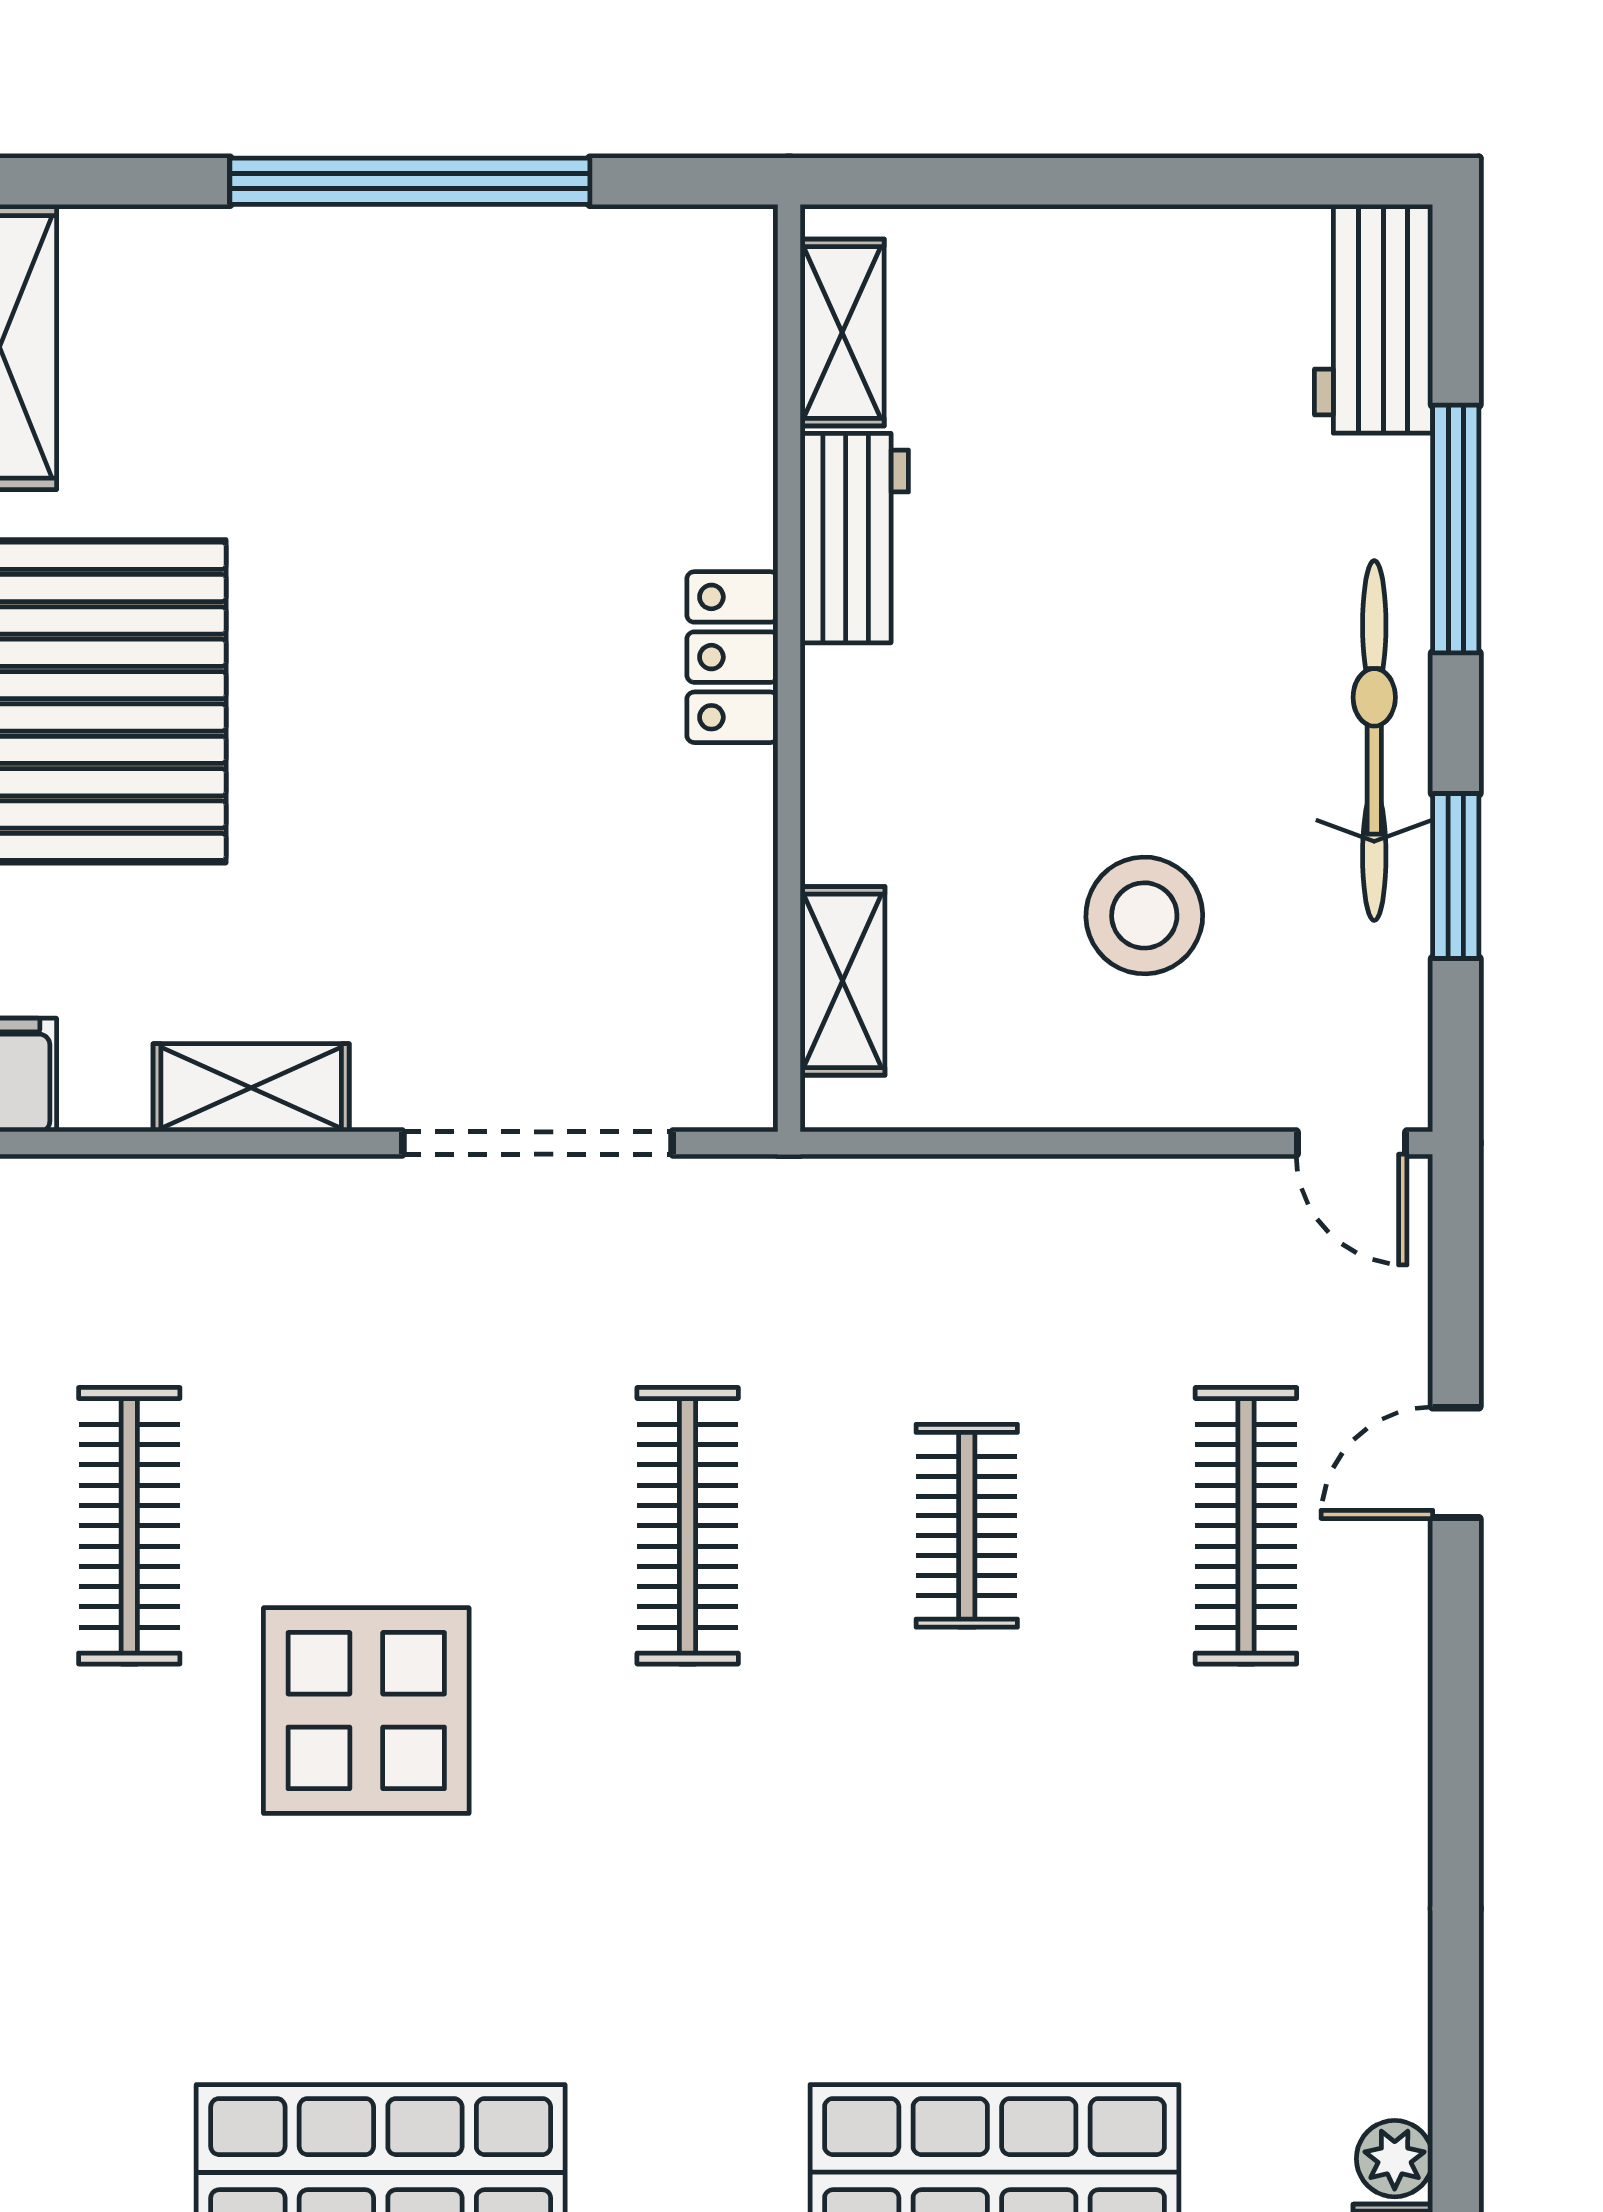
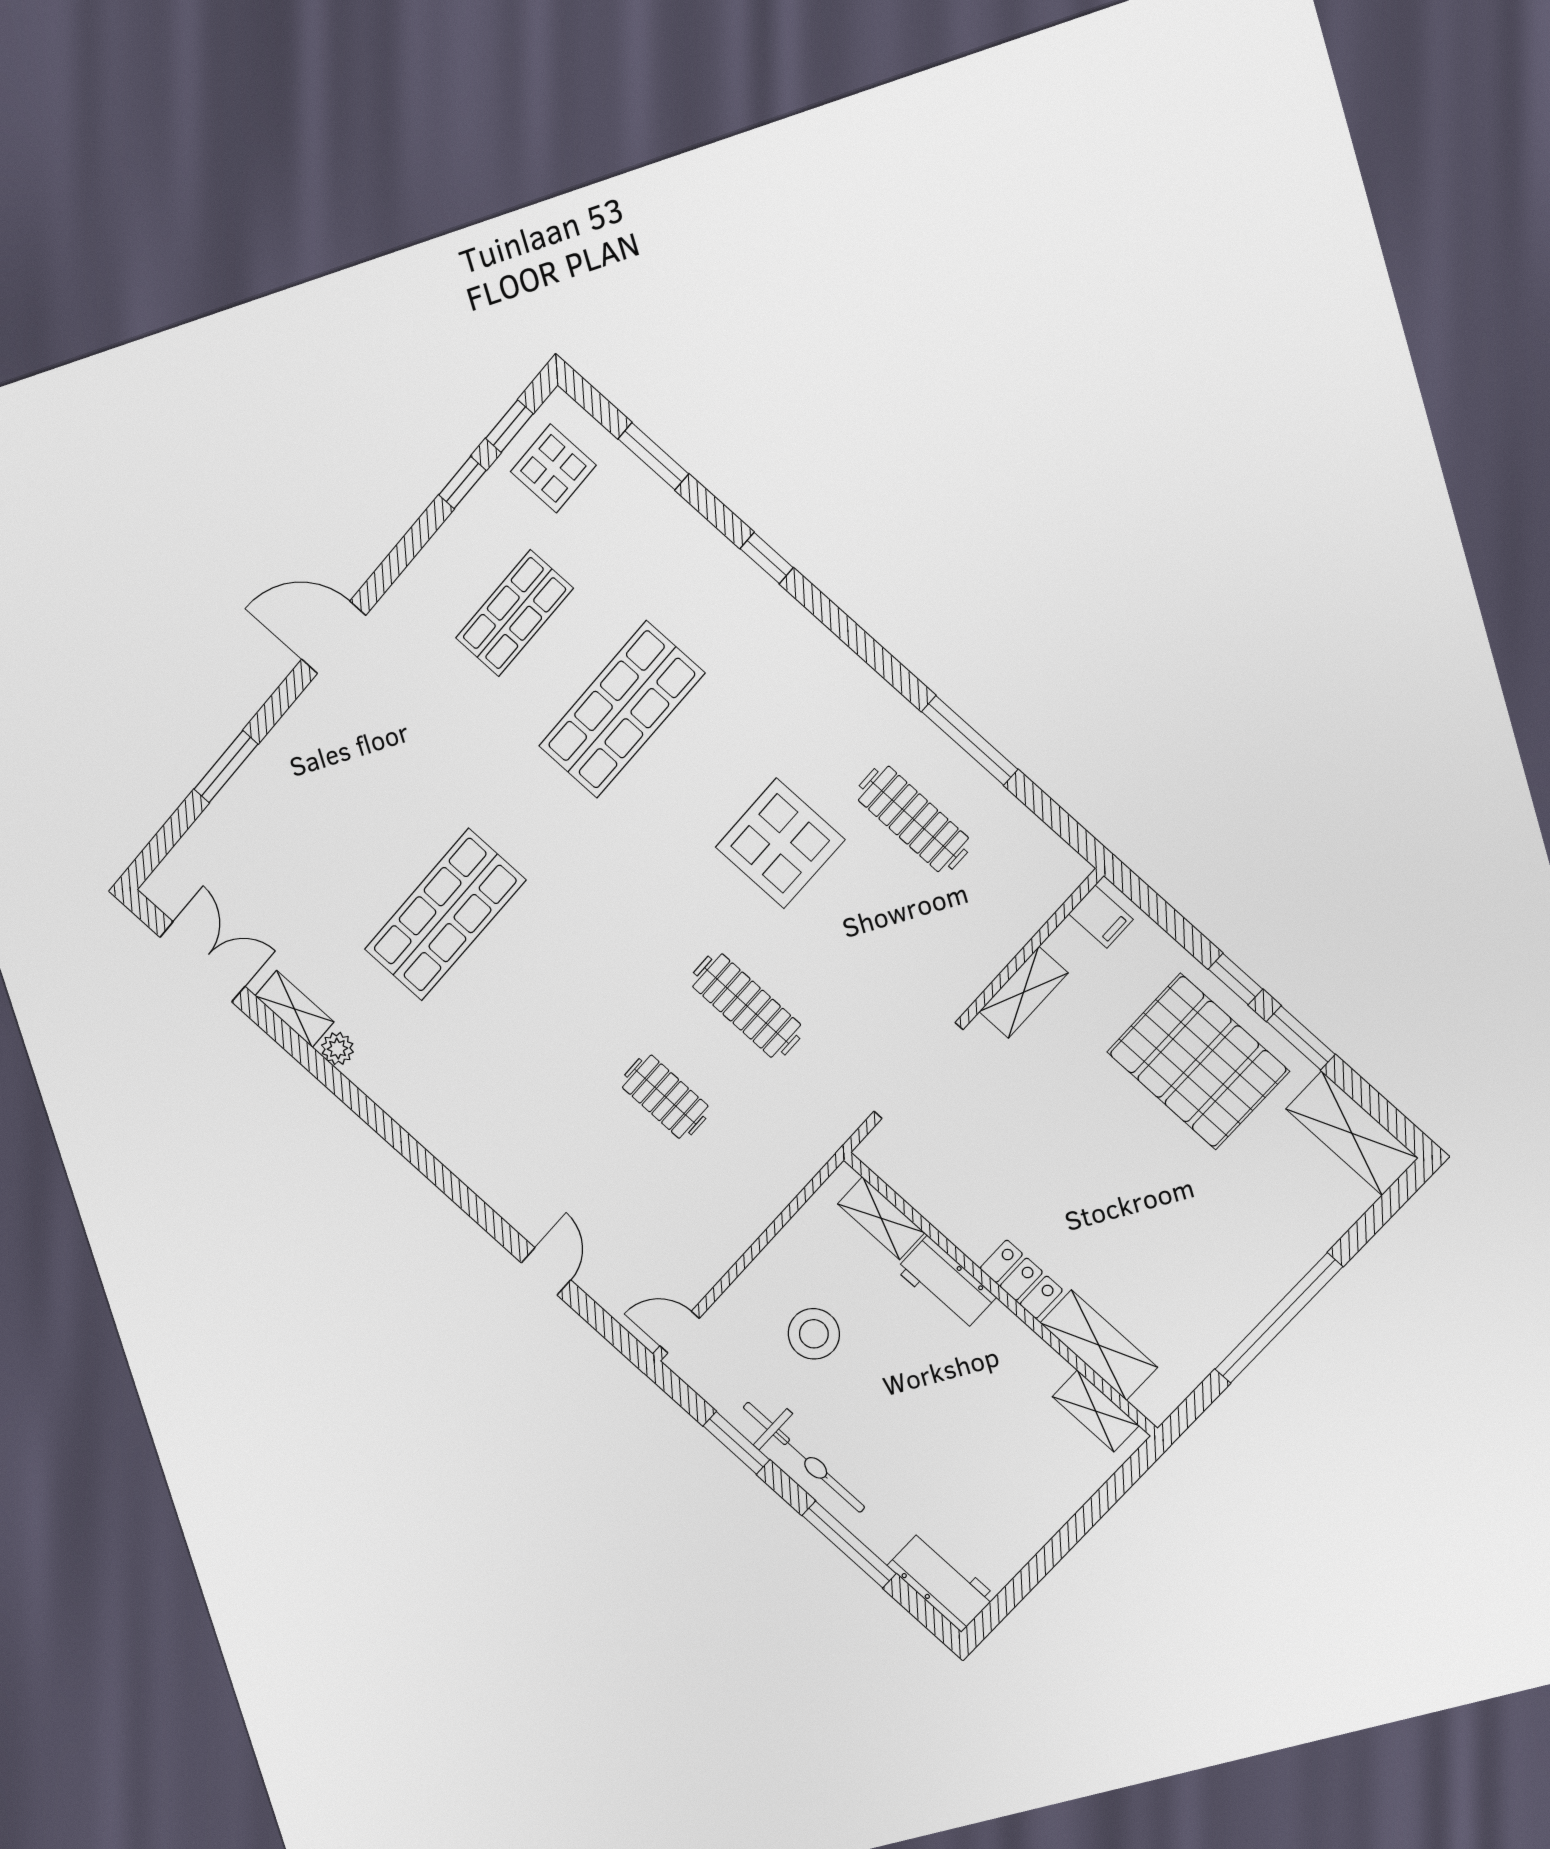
shelving: (726, 429) -> (1099, 1345), added
workbench: (854, 538) -> (946, 1283), moved
clothes rail: (1246, 1526) -> (585, 1186), removed

